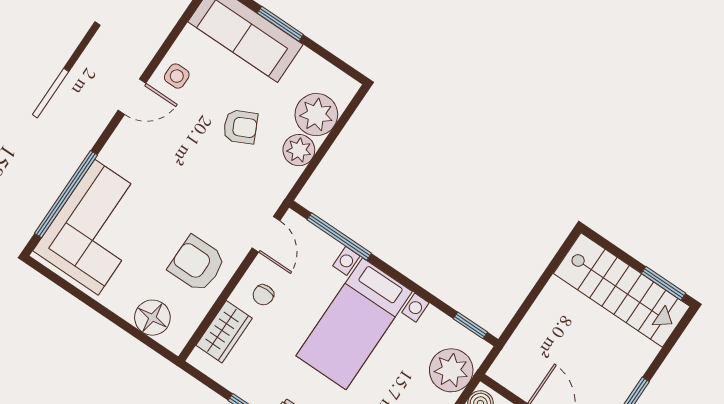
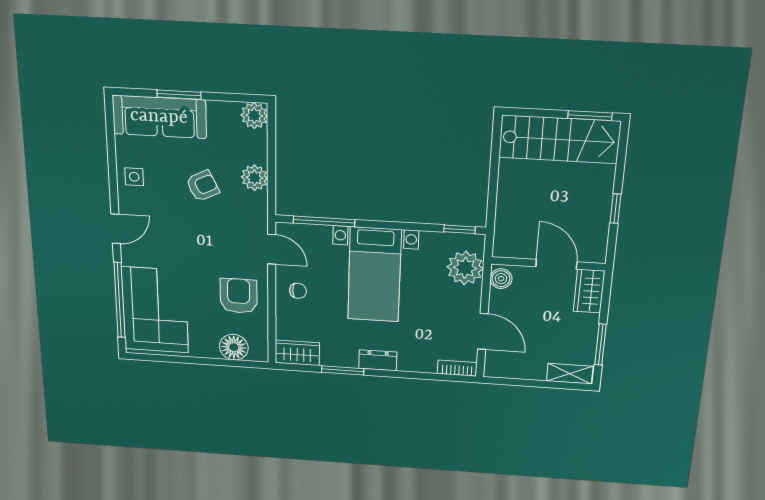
door: (132, 97) -> (116, 229), moved
plant: (316, 115) -> (254, 115), moved, width x0.73, depth x0.73
armchair: (197, 264) -> (239, 296), turned 90
chair: (263, 295) -> (298, 291), turned -90
wardrobe: (224, 332) -> (297, 353), moved, turned -90

